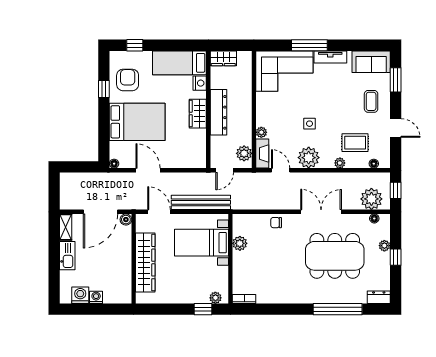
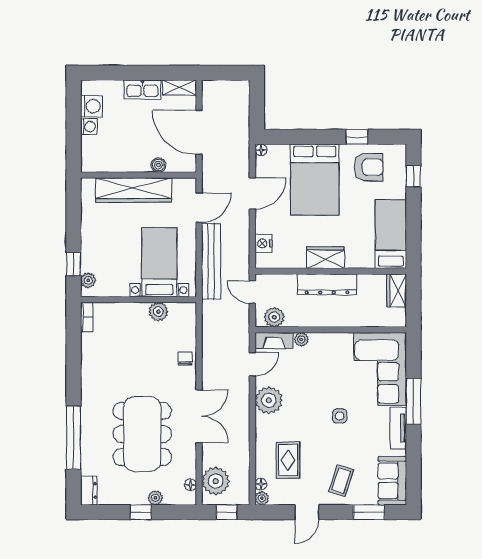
nightstand: (200, 83) -> (264, 243), moved, turned 90
coffee table: (371, 101) -> (341, 481), turned -72
side table: (310, 124) -> (340, 416), moved
plant: (340, 163) -> (262, 498), moved
boiler: (126, 220) -> (158, 165), moved

